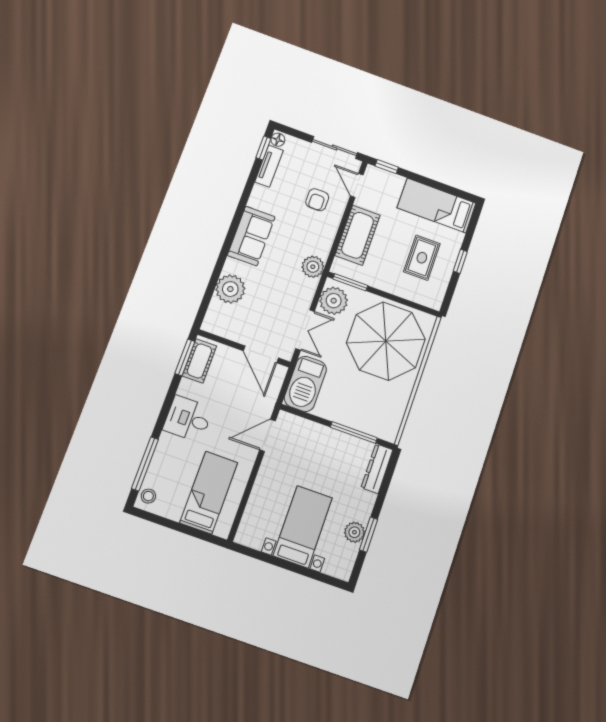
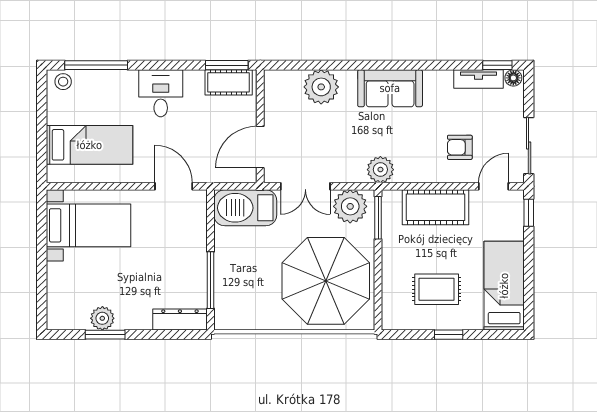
bed with nightstands: (303, 527) -> (88, 225), moved

